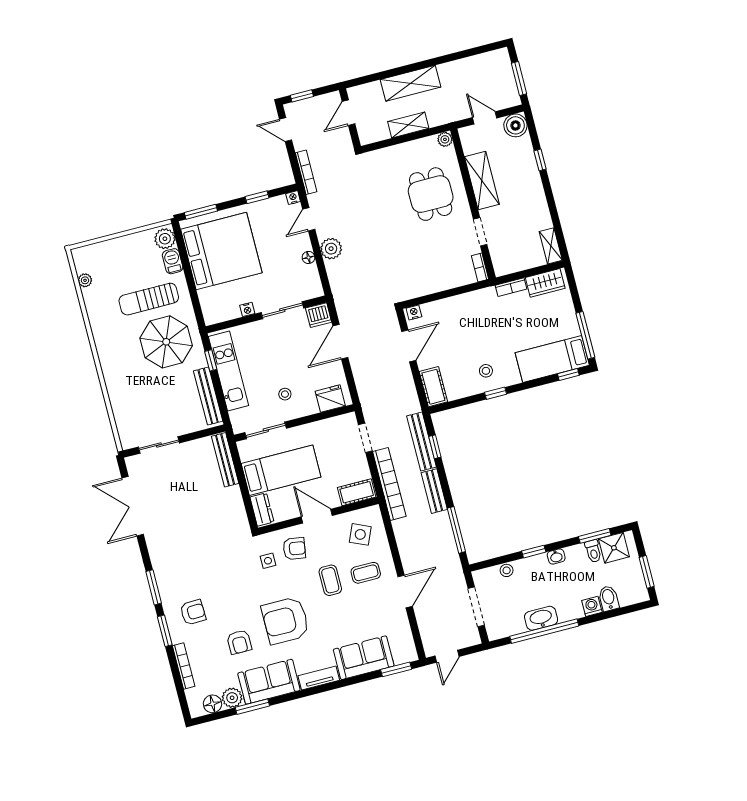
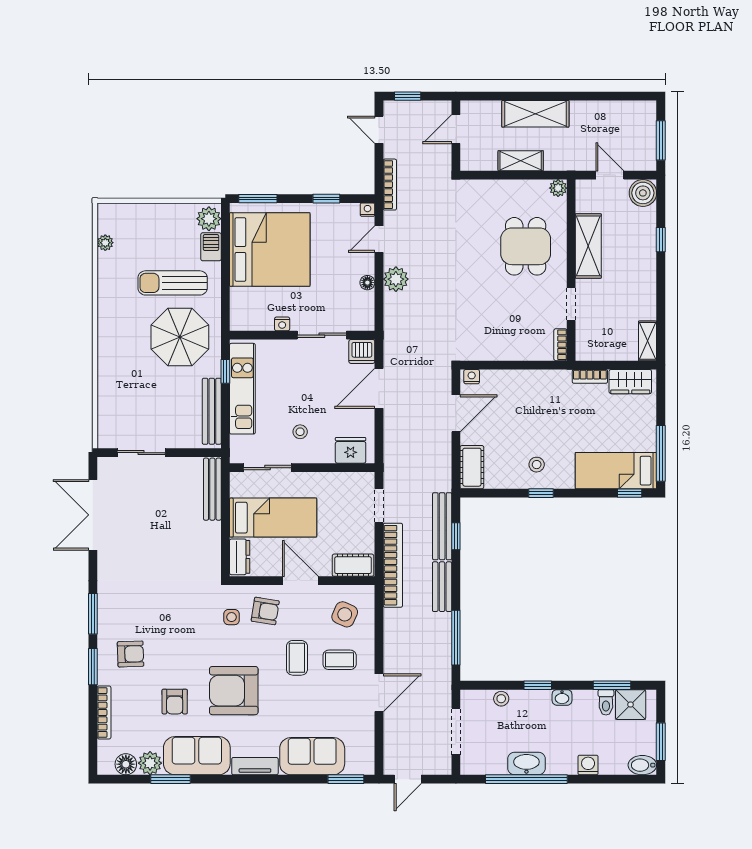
bidet: (609, 598) -> (642, 765), moved, turned -90

